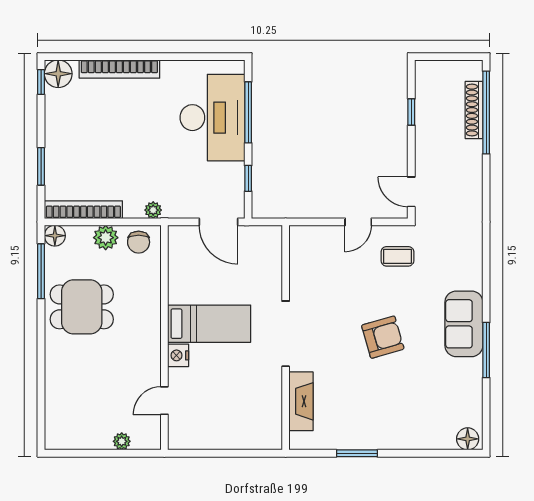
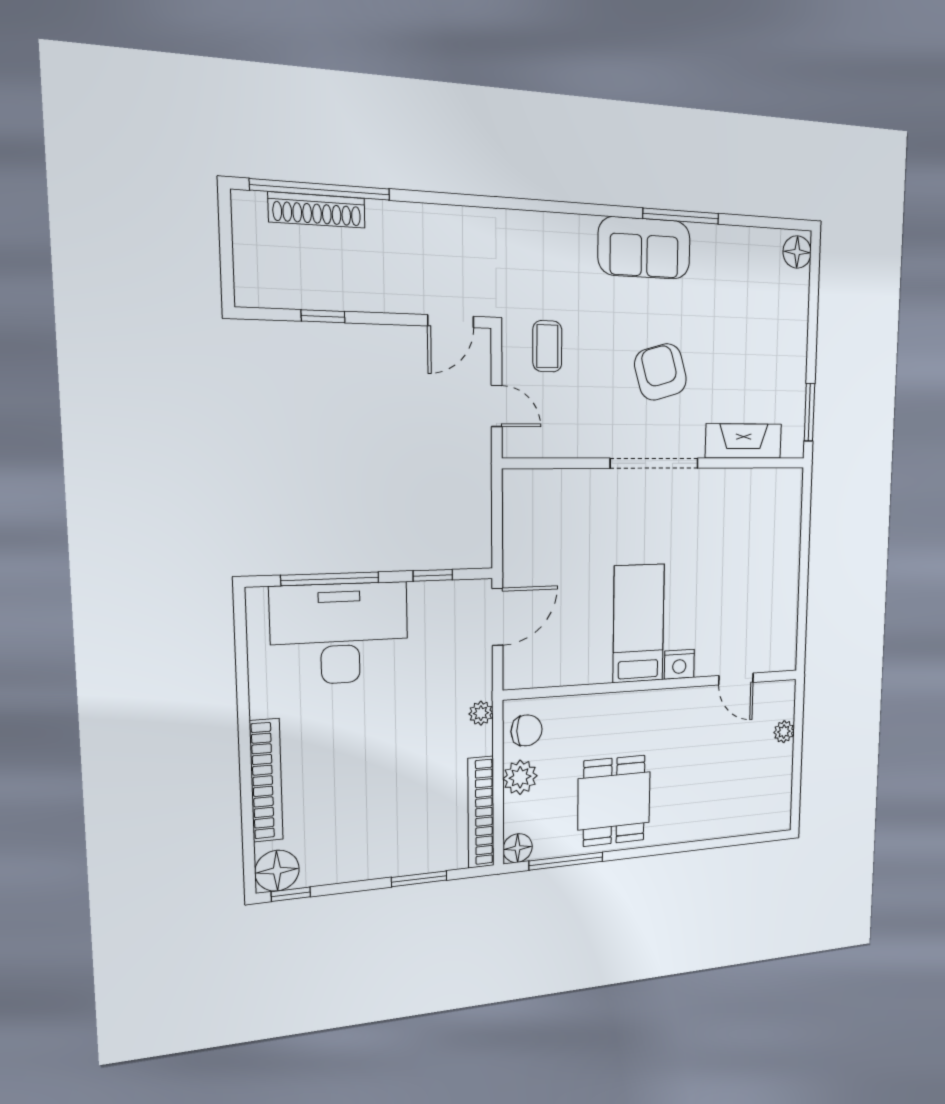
doorway: (286, 334) -> (654, 463), moved
wall: (286, 338) -> (660, 463), moved
fireplace: (301, 401) -> (744, 441), moved

